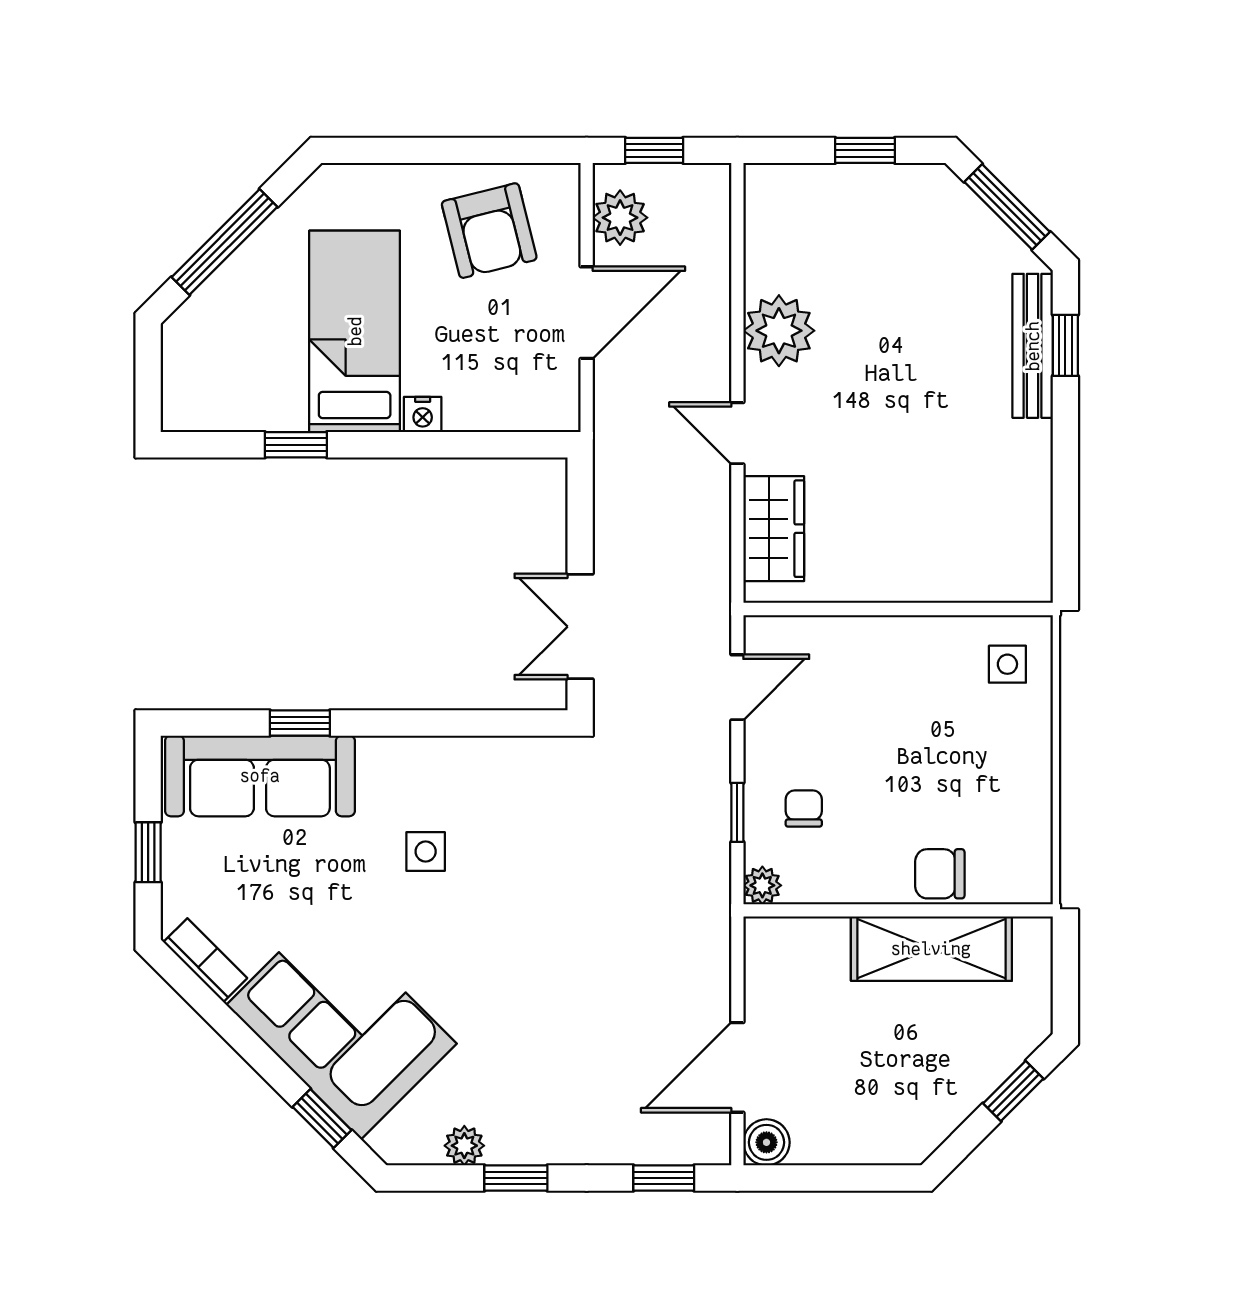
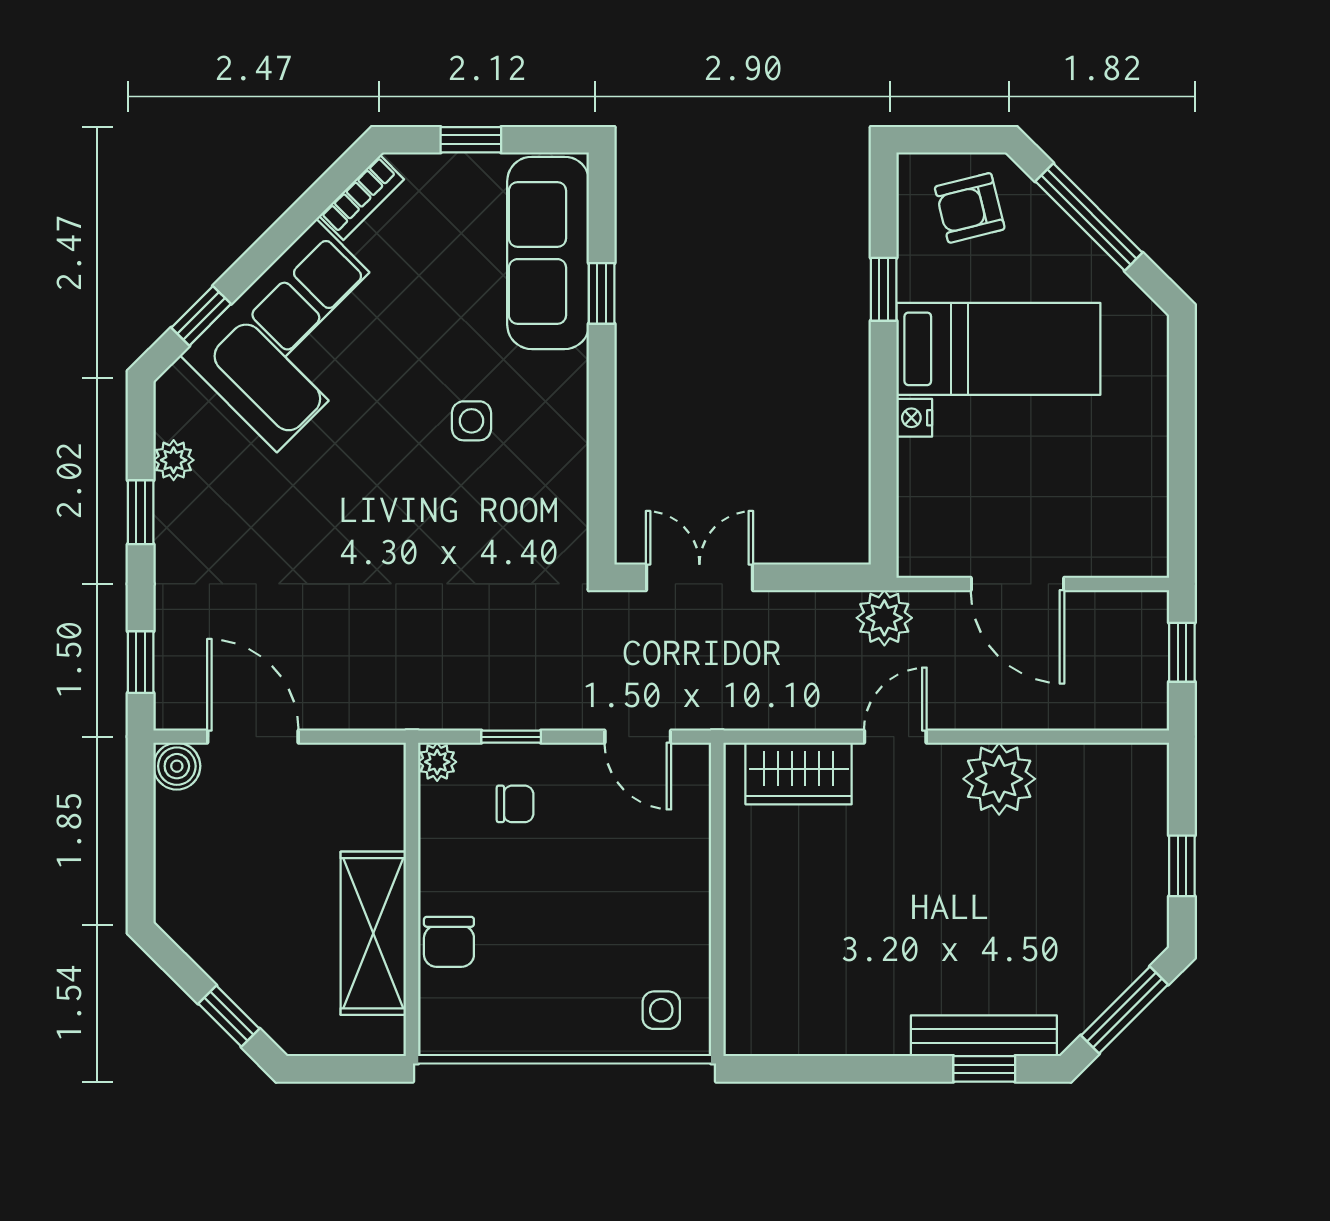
plant: (620, 218) -> (884, 618), moved
armchair: (489, 231) -> (970, 208), moved, width x0.72, depth x0.72
chair: (940, 874) -> (449, 942), turned 180

